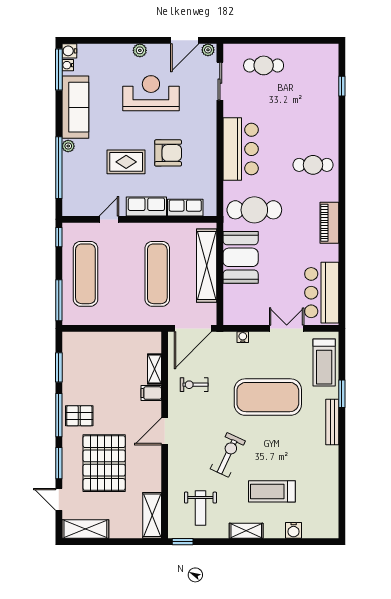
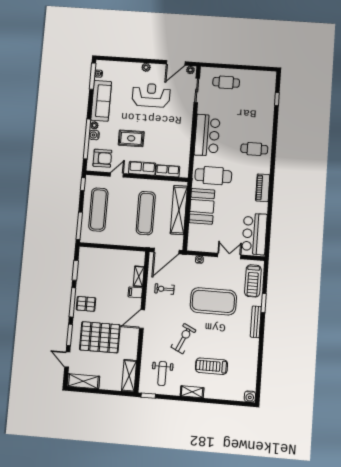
water cooler: (69, 51) -> (94, 135), moved
armchair: (168, 153) -> (102, 158), moved
pallet: (104, 463) -> (100, 337), turned 90
water cooler: (294, 530) -> (250, 397), moved

